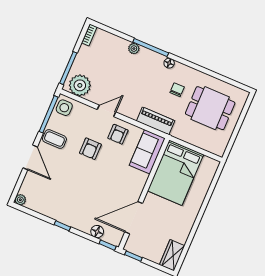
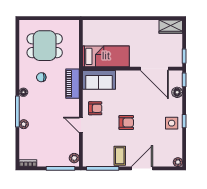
plant: (80, 85) -> (74, 158), width x0.53, depth x0.53
side table: (64, 108) -> (172, 123), moved
dining table: (210, 108) -> (45, 46), turned 90
armchair: (90, 149) -> (126, 122), moved
bed: (176, 173) -> (106, 56), width x0.67

